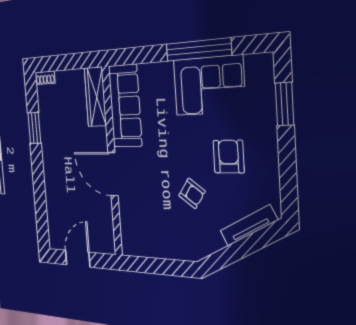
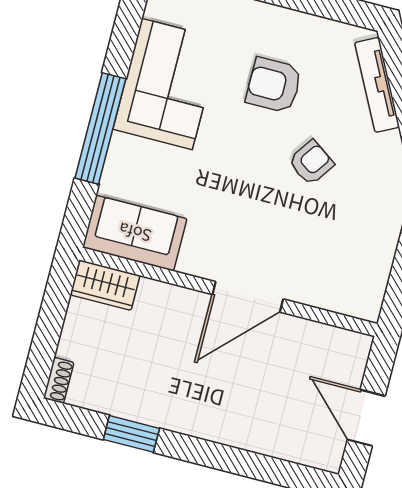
window: (198, 50) -> (100, 128), moved
wardrobe: (95, 97) -> (105, 285), width x0.67
sofa: (125, 106) -> (135, 233), width x0.73

